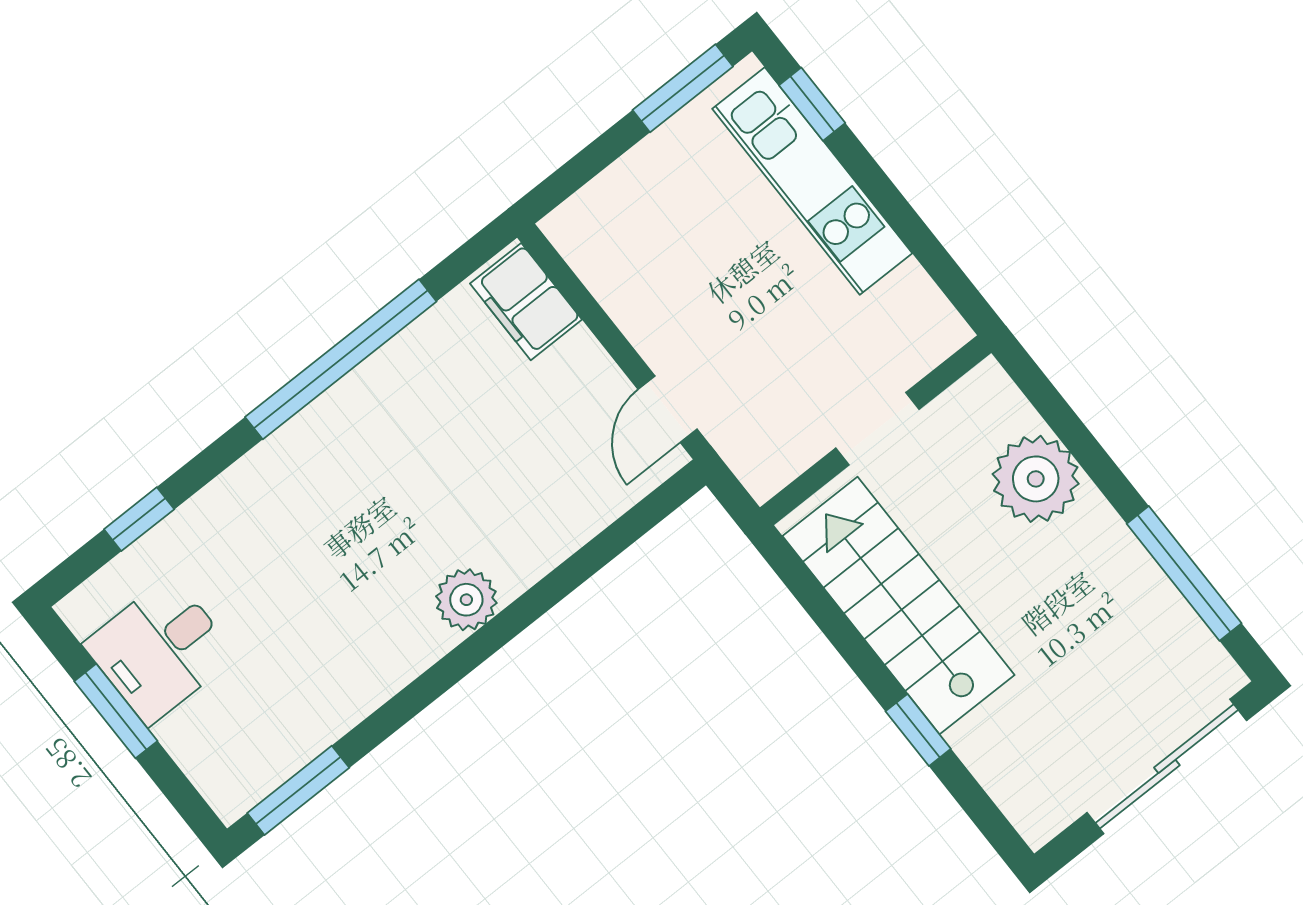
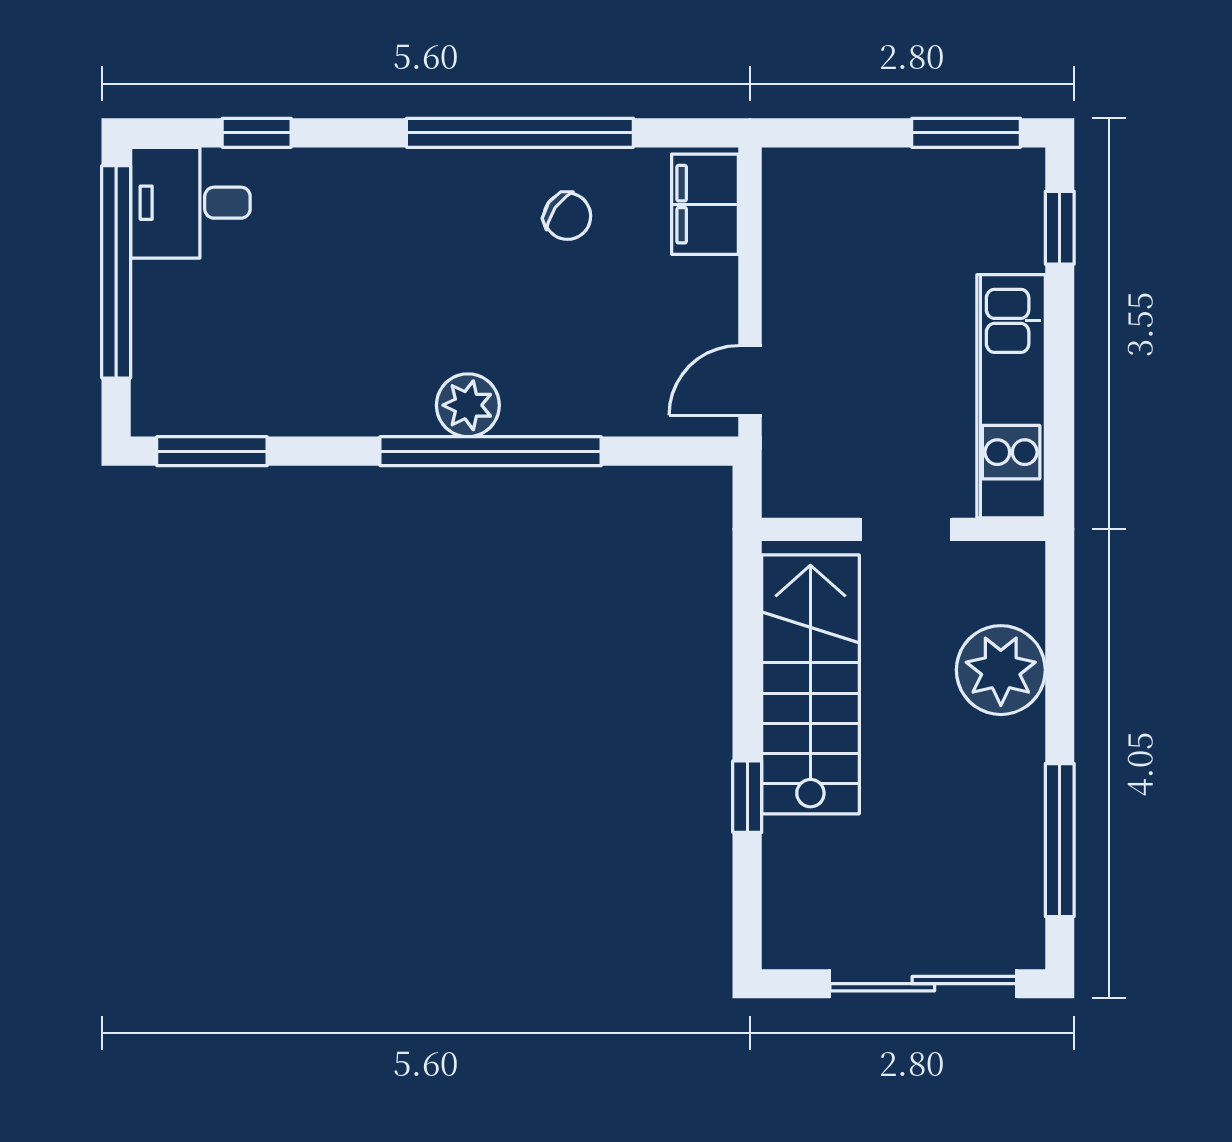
kitchen unit: (812, 181) -> (1011, 396), moved
chair: (428, 394) -> (567, 216), added
window: (512, 621) -> (491, 451), added
desk: (160, 650) -> (190, 203), moved
window: (116, 711) -> (116, 272), width x2.11

